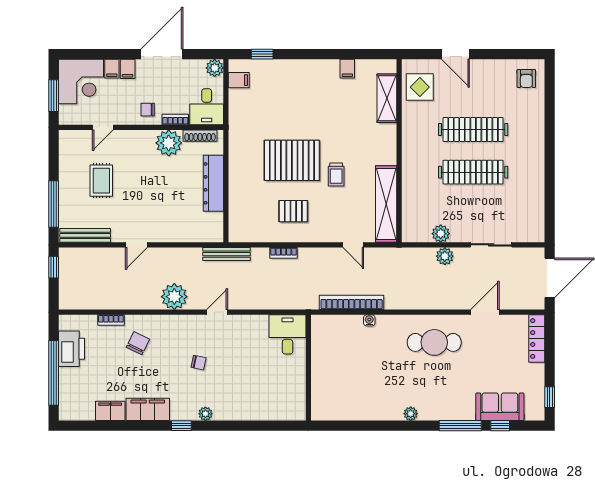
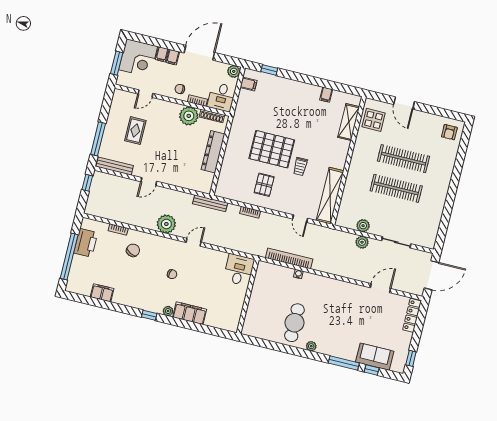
pallet: (293, 211) -> (264, 185), turned 90
cafe table: (434, 342) -> (294, 323), moved, turned 90
filing cabinet: (148, 409) -> (190, 313), moved

